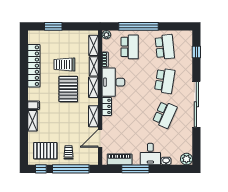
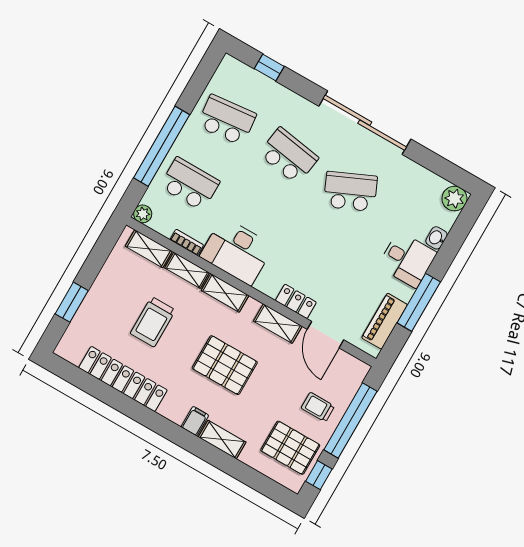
pallet: (68, 89) -> (225, 365), moved
locker: (107, 106) -> (296, 301), moved
school desk: (165, 115) -> (350, 191), turned -48
pallet: (45, 151) -> (290, 448), turned 90

